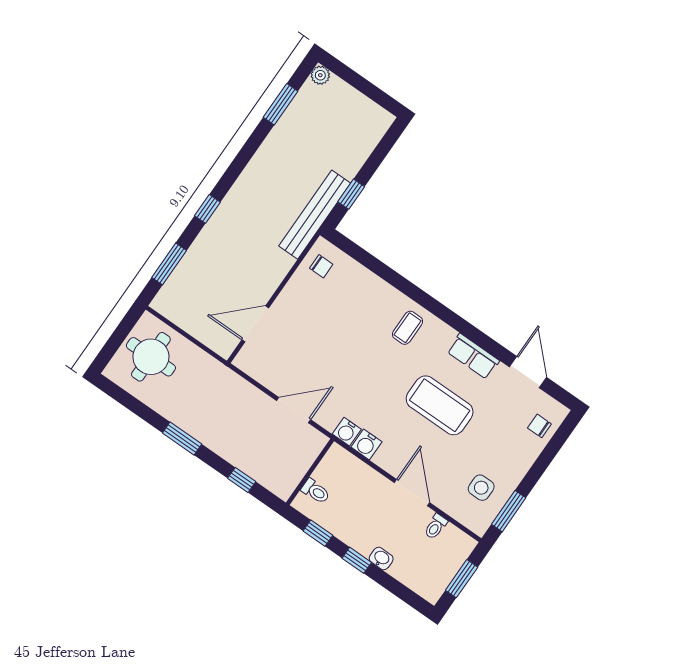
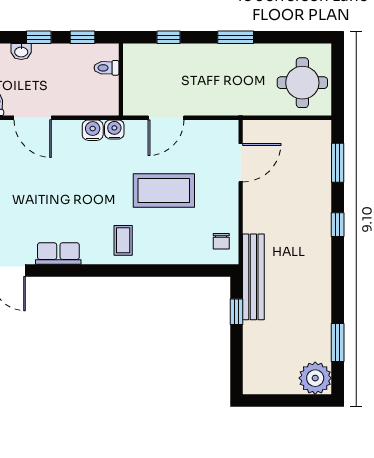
plant: (320, 75) -> (315, 378), width x1.88, depth x1.88
chair: (321, 266) -> (221, 241), turned -90
coffee table: (440, 405) -> (164, 190), moved

